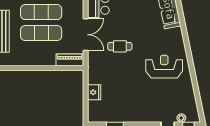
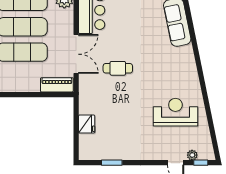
reception desk: (164, 67) -> (175, 112), moved

